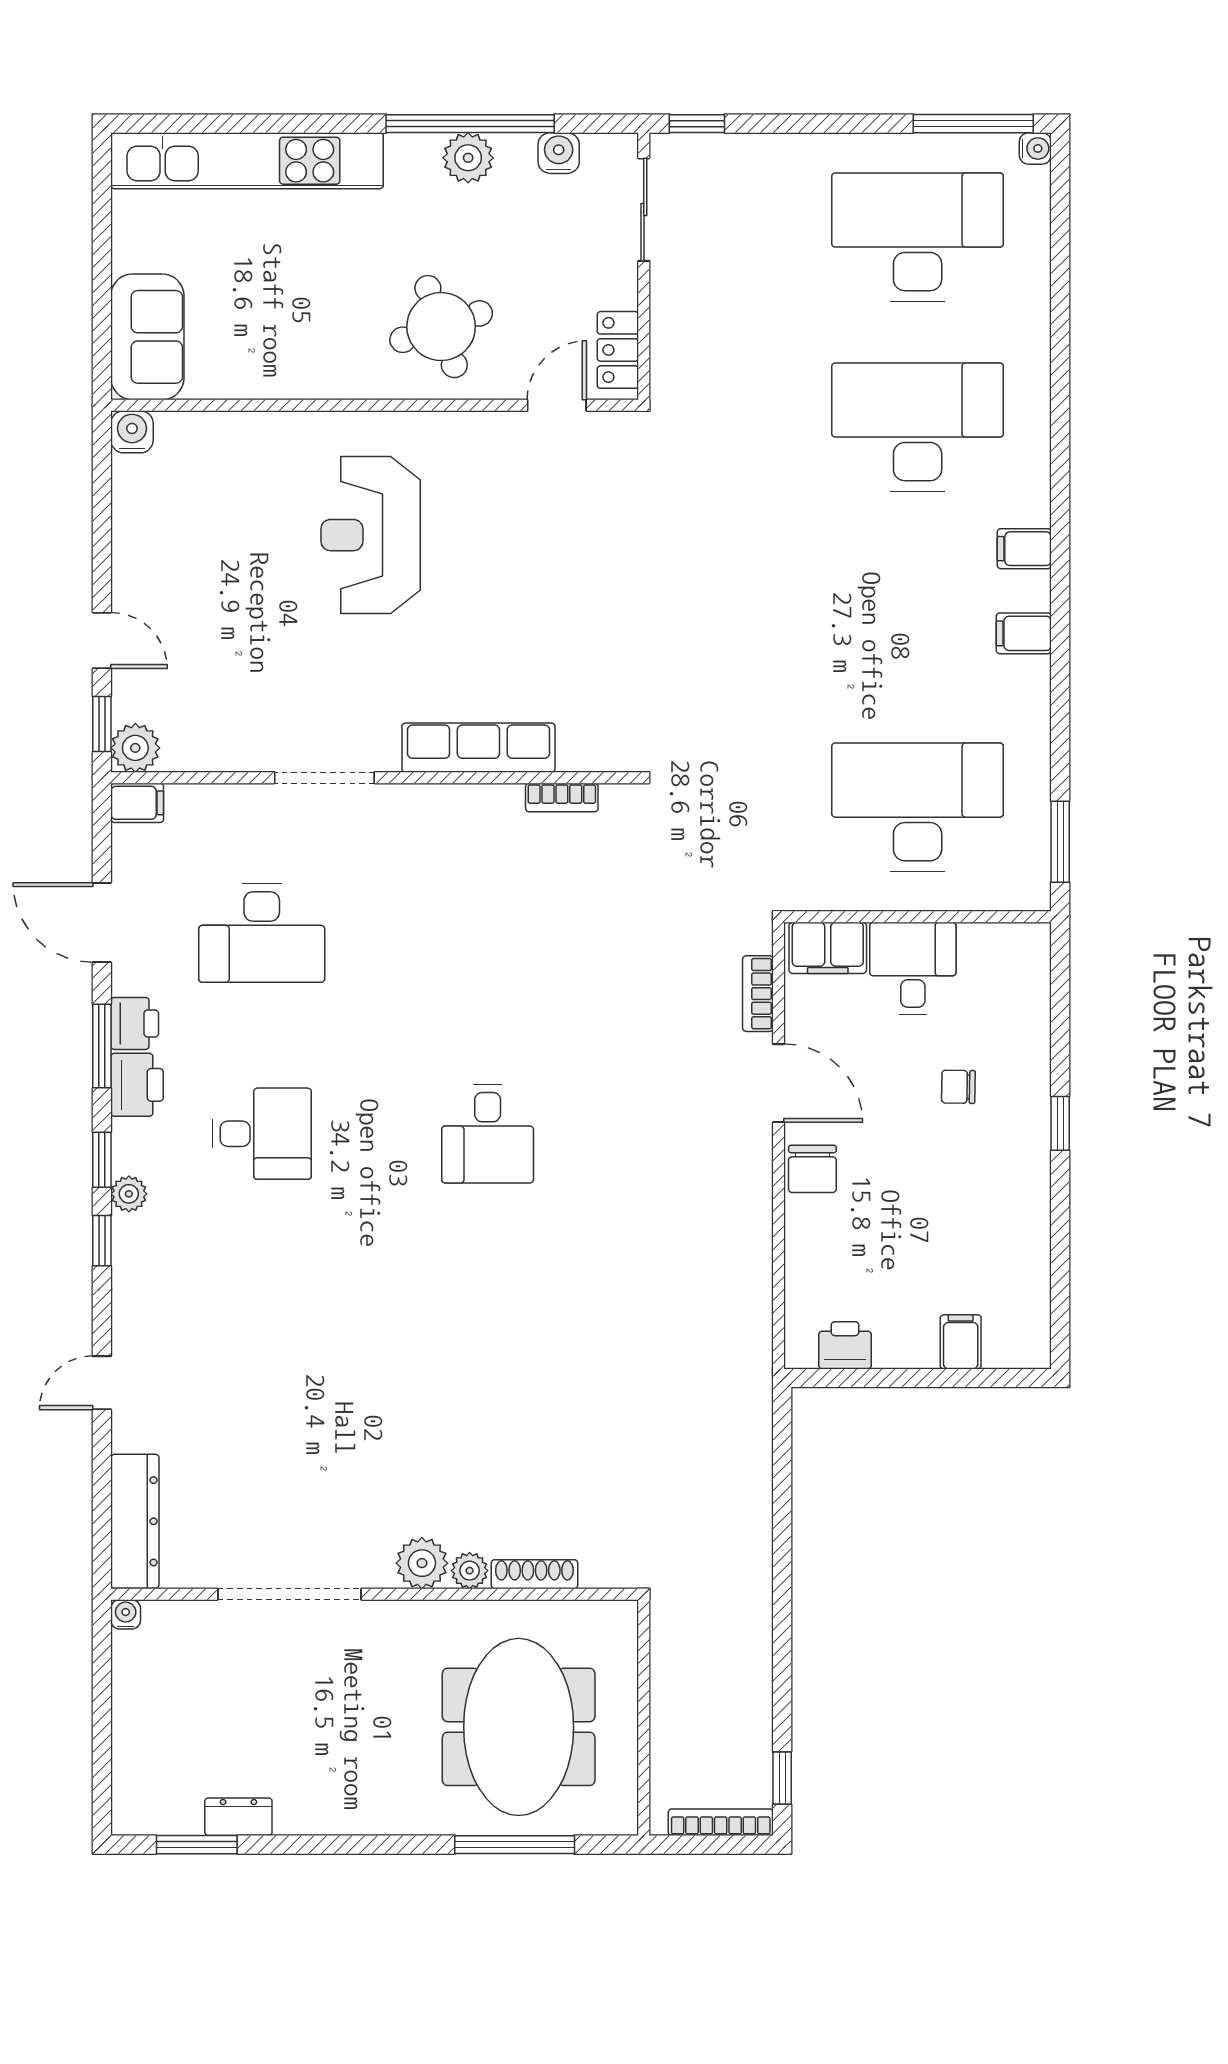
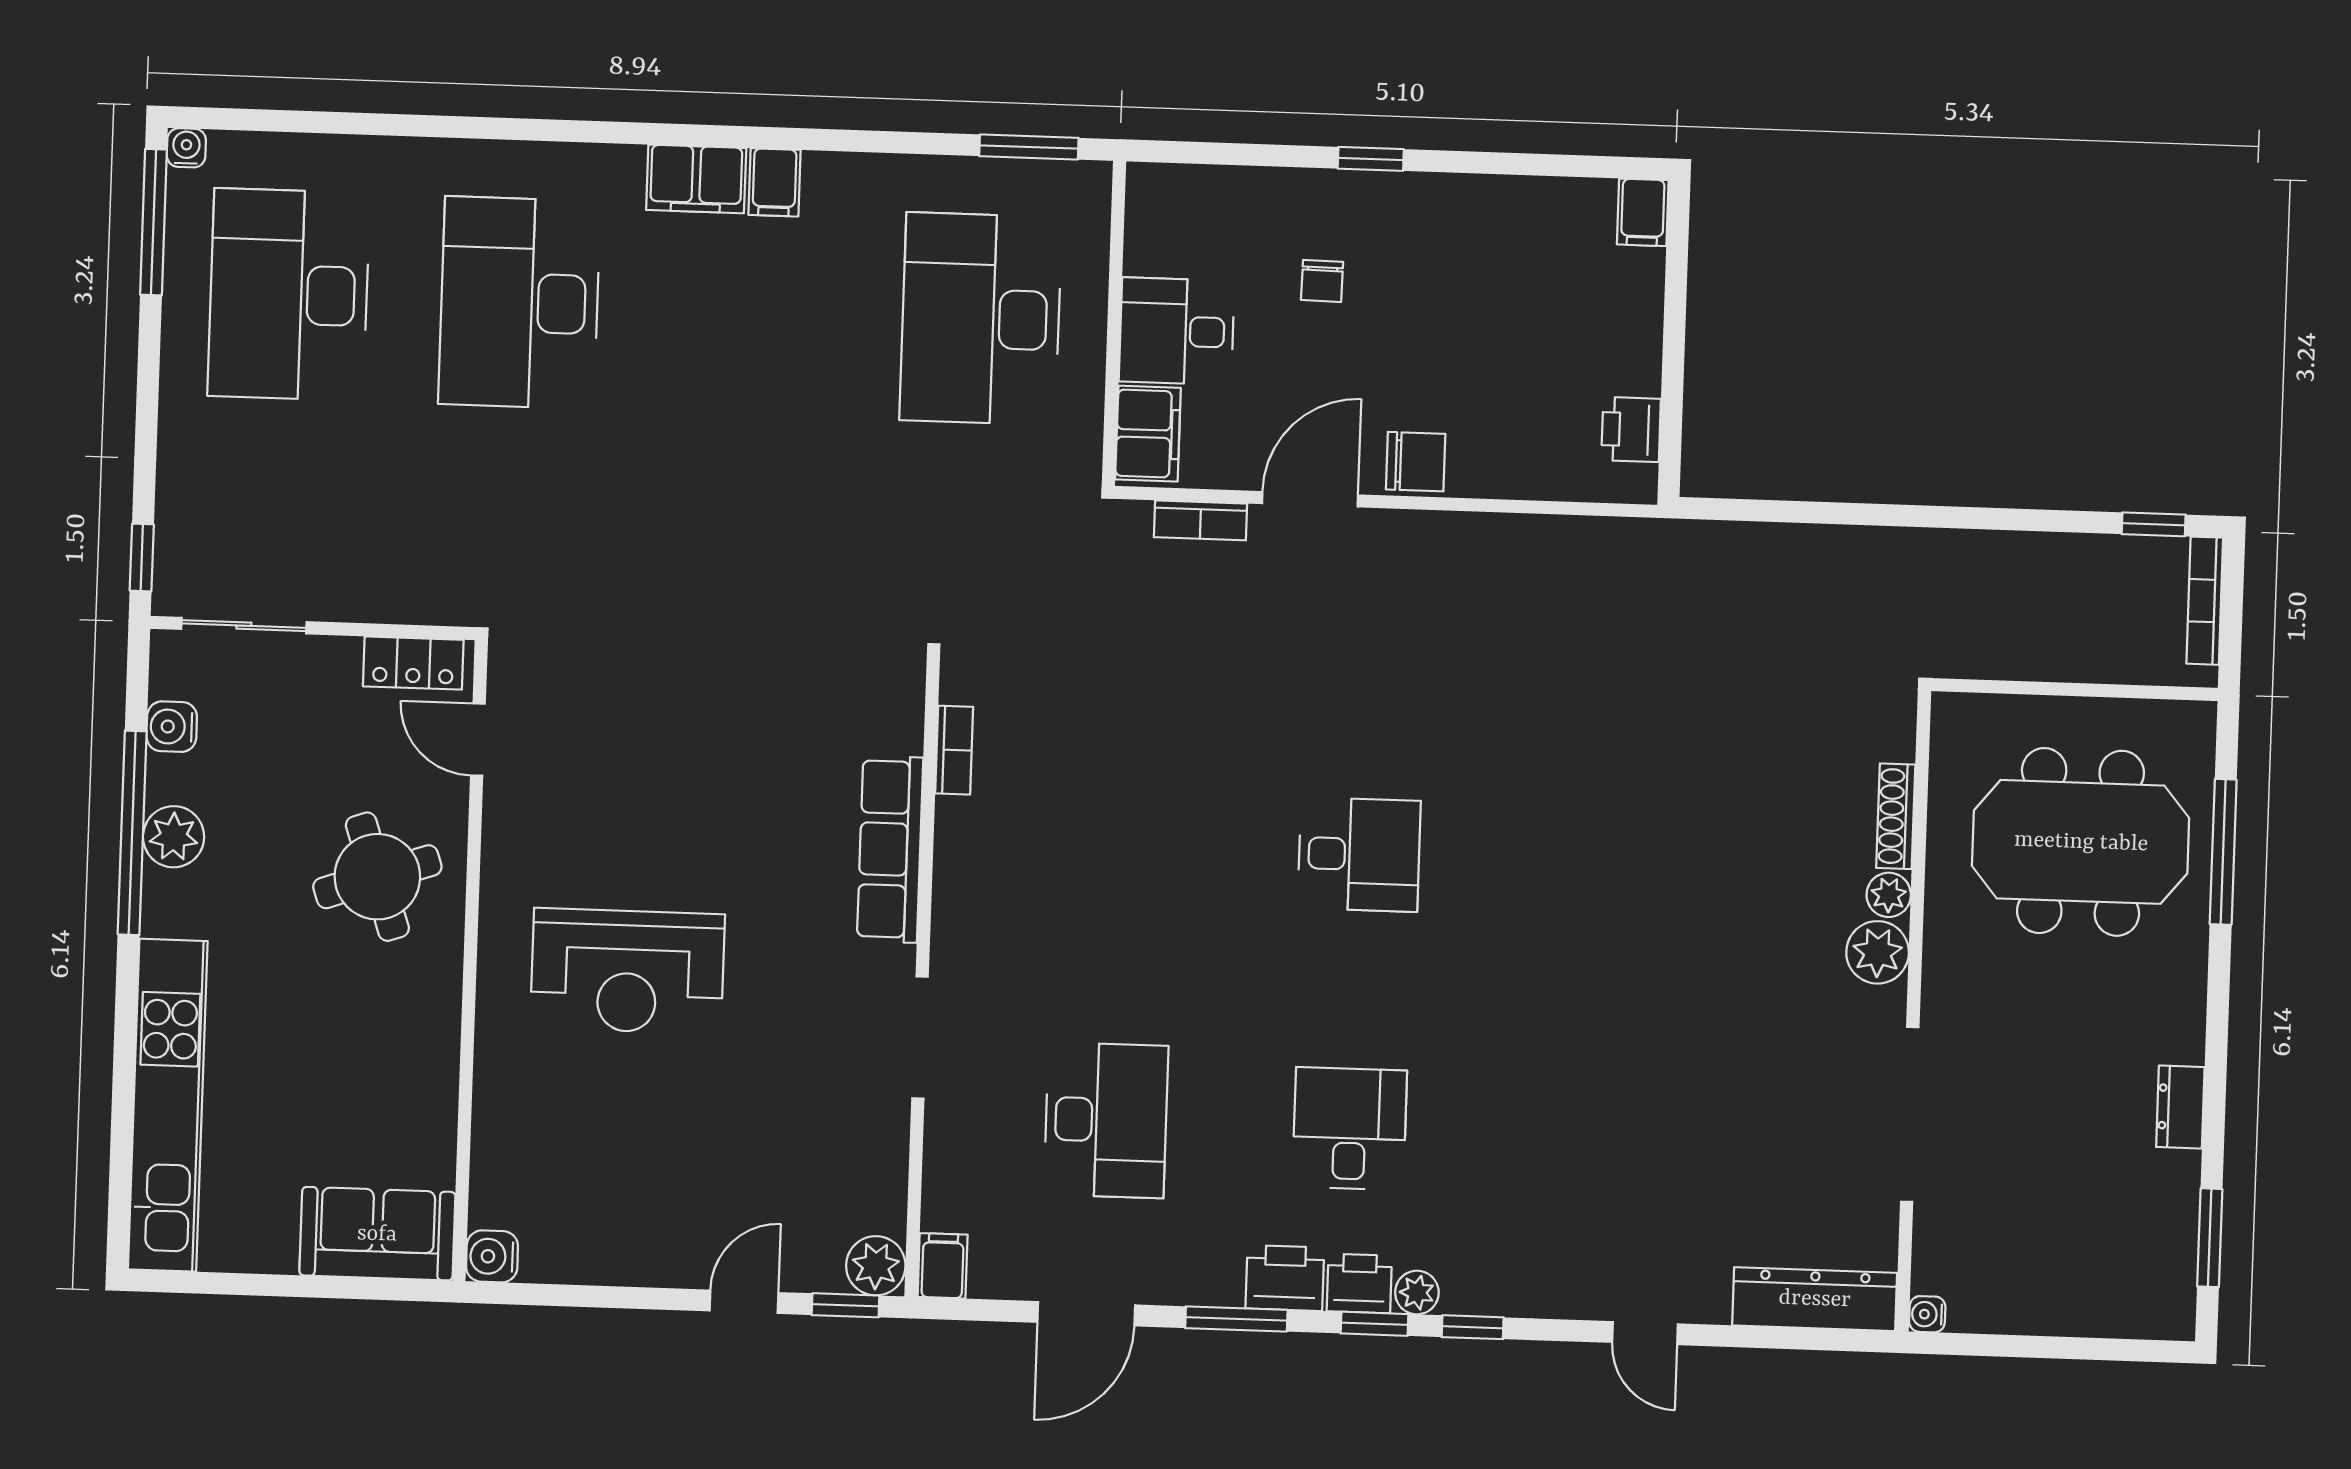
filing cabinet: (1024, 549) -> (696, 179), width x2.00
printer: (135, 1023) -> (1359, 1283), moved
filing cabinet: (961, 1342) -> (1643, 212), moved, turned -90
dresser: (238, 1817) -> (2180, 1107), moved

